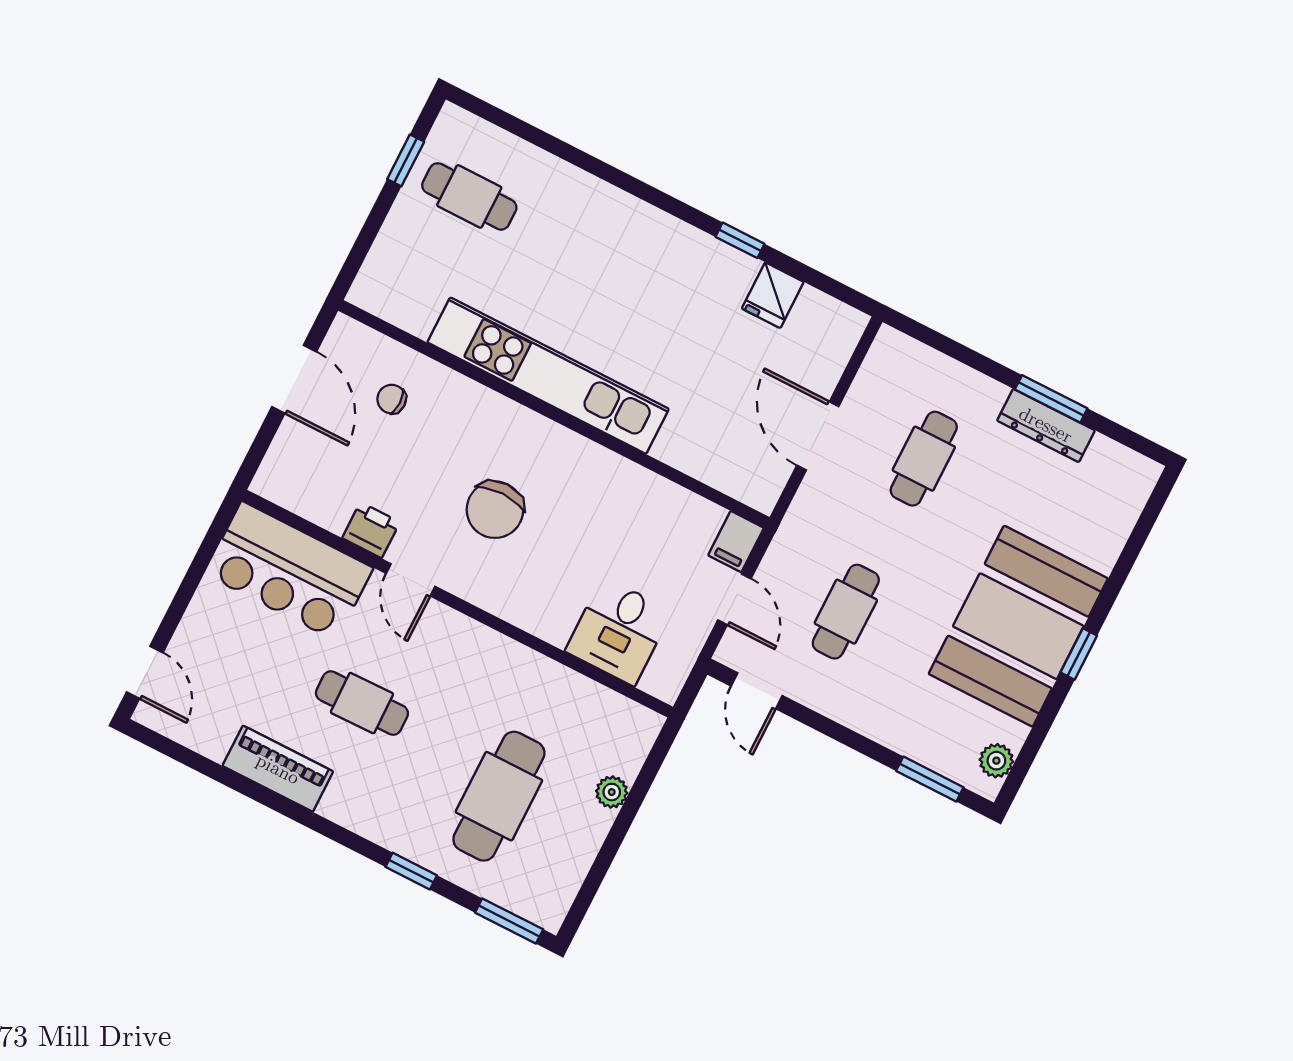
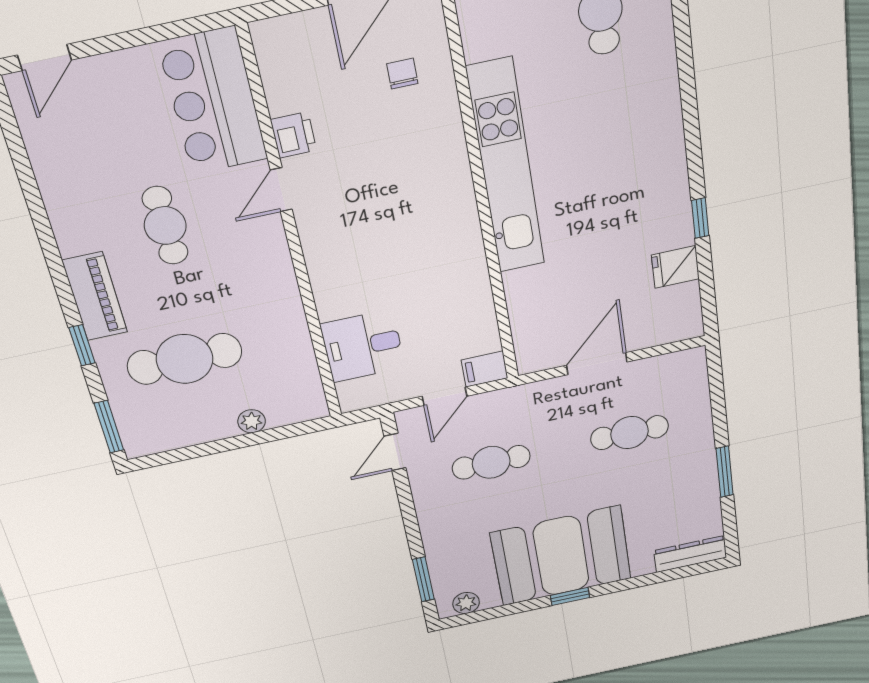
dresser: (1046, 425) -> (690, 554), moved, turned 90
chair: (495, 510) -> (380, 206), removed
piano: (278, 769) -> (95, 296), moved

